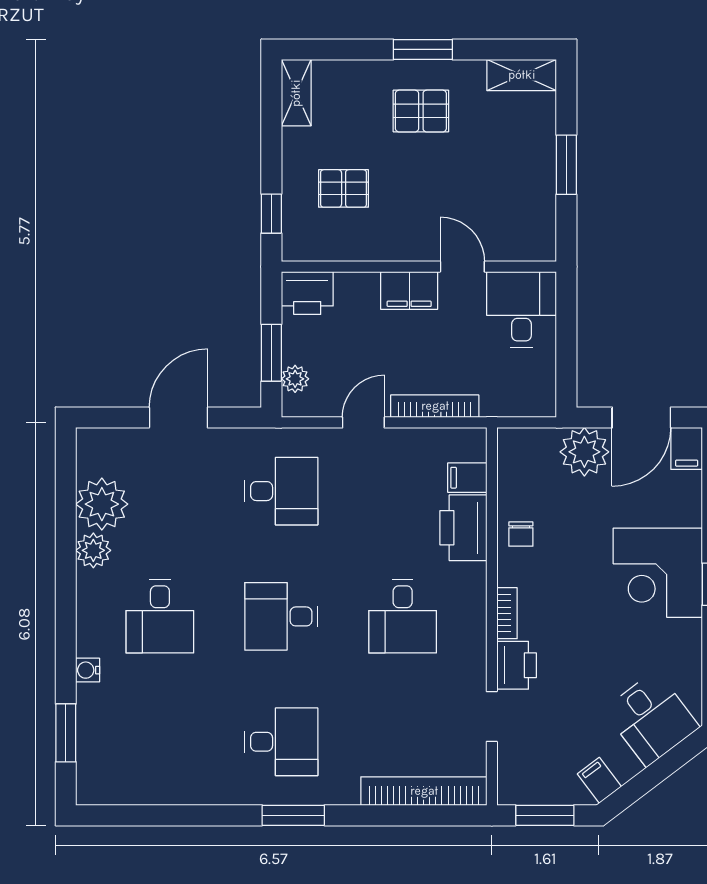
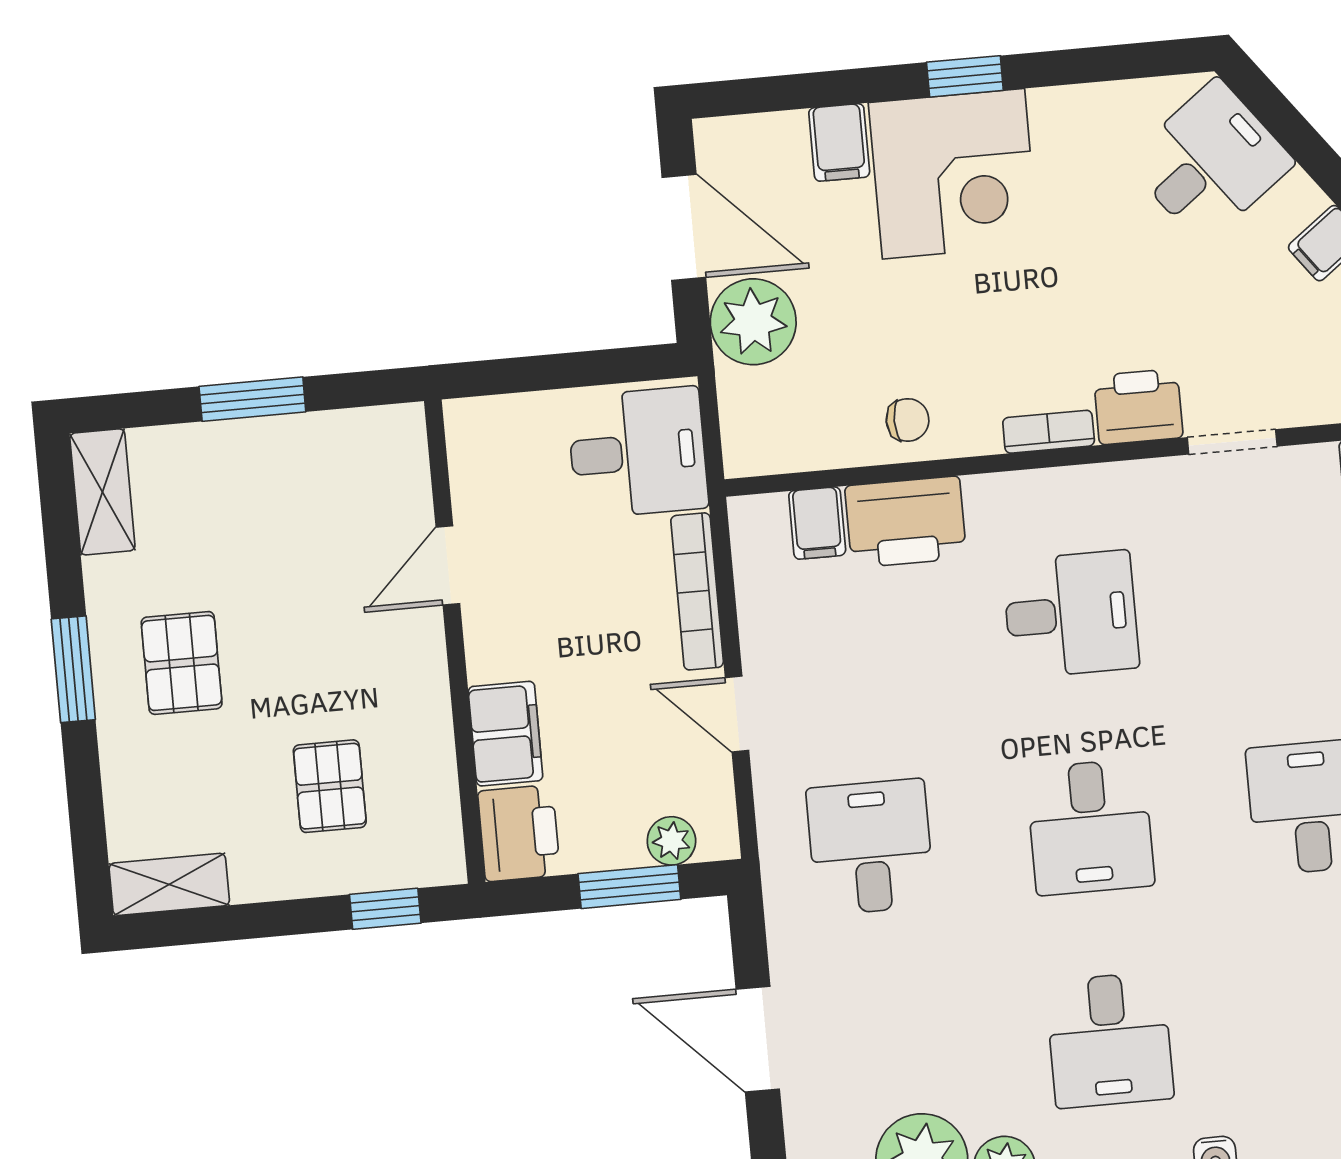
filing cabinet: (409, 291) -> (505, 734), moved
desk: (521, 309) -> (638, 452), moved, turned 180
filing cabinet: (687, 448) -> (839, 142), moved, turned 90
desk: (160, 616) -> (1110, 1040), turned 90

